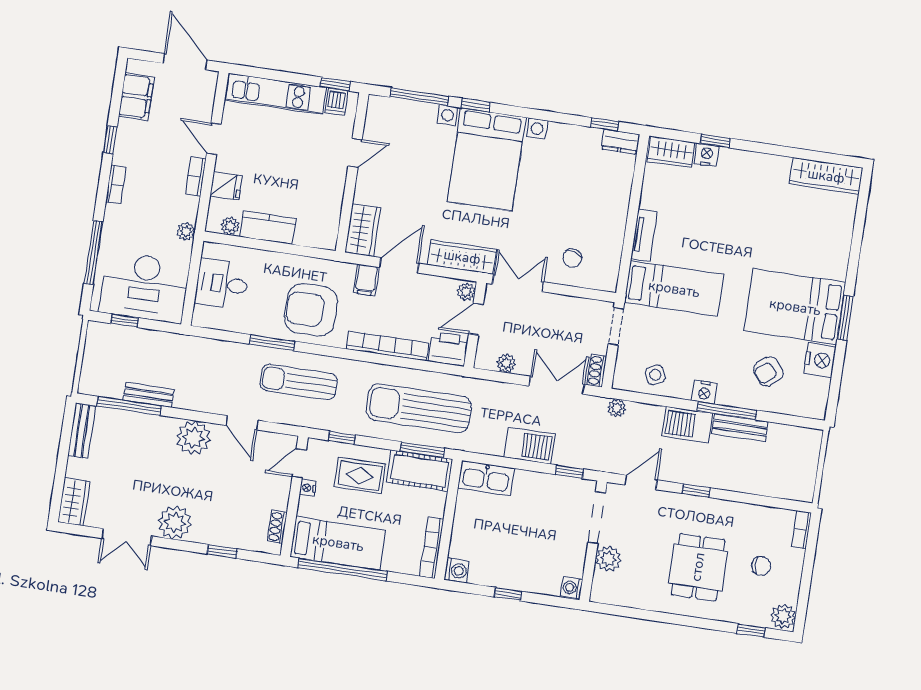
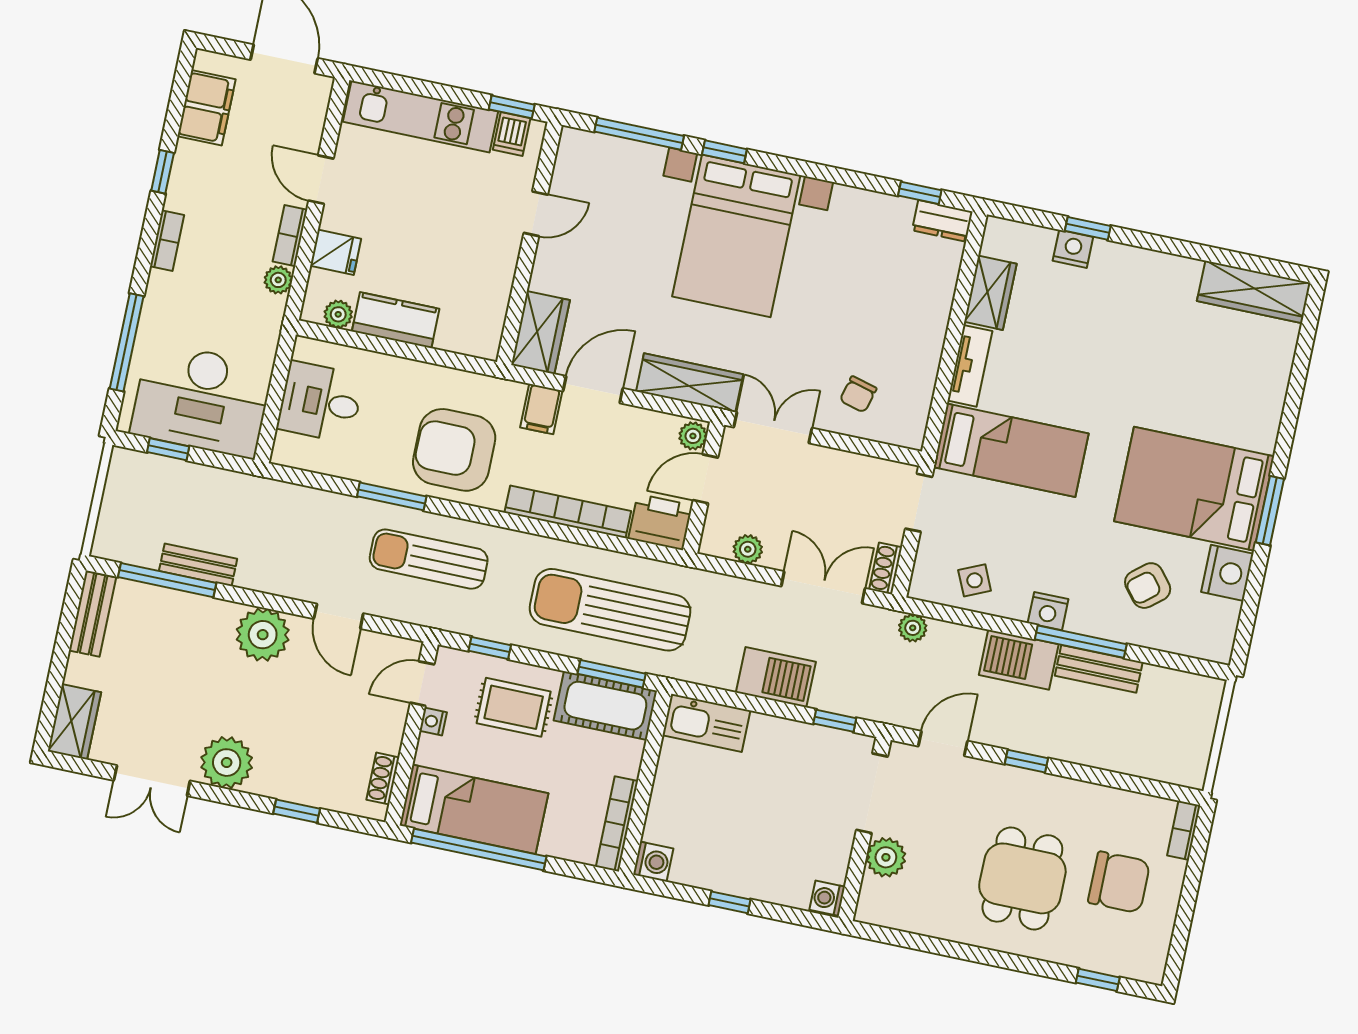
wardrobe: (671, 152) -> (990, 293), moved, turned -90
plant: (186, 231) -> (278, 280), moved
chair: (761, 566) -> (1119, 882), width x1.87, depth x1.87
plant: (783, 616) -> (1148, 961), removed

